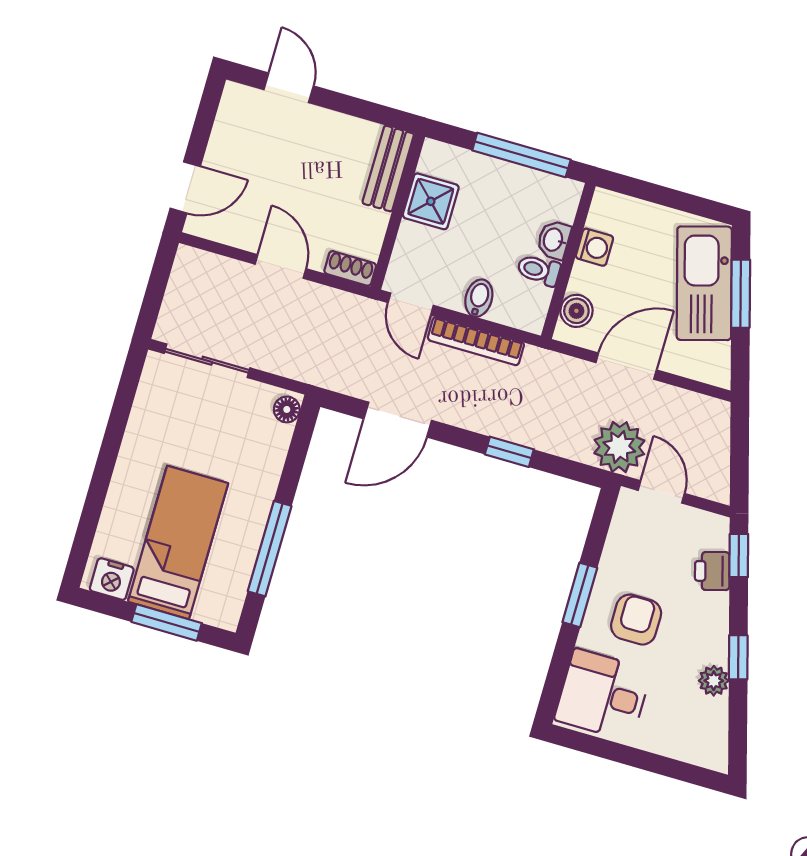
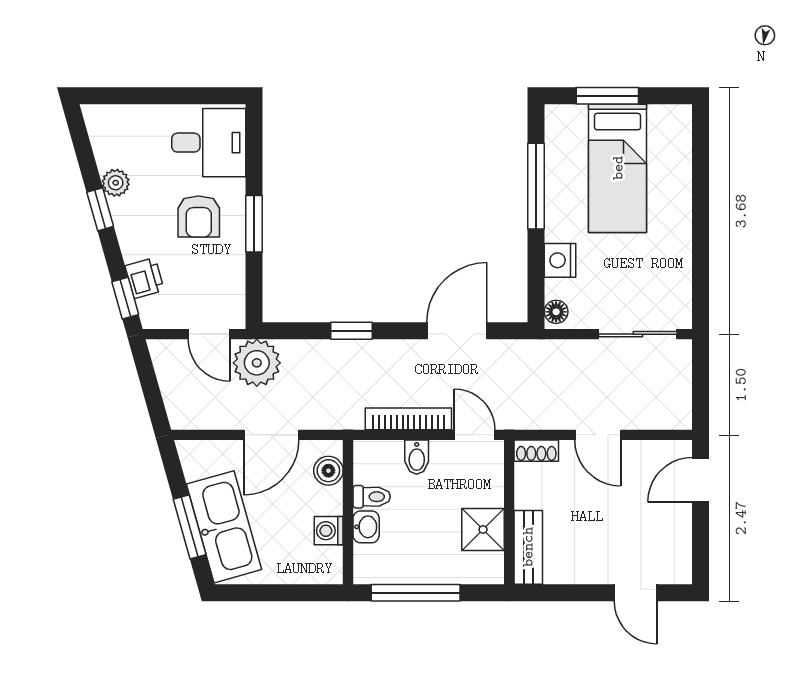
nightstand: (112, 579) -> (560, 260), moved, turned -90

